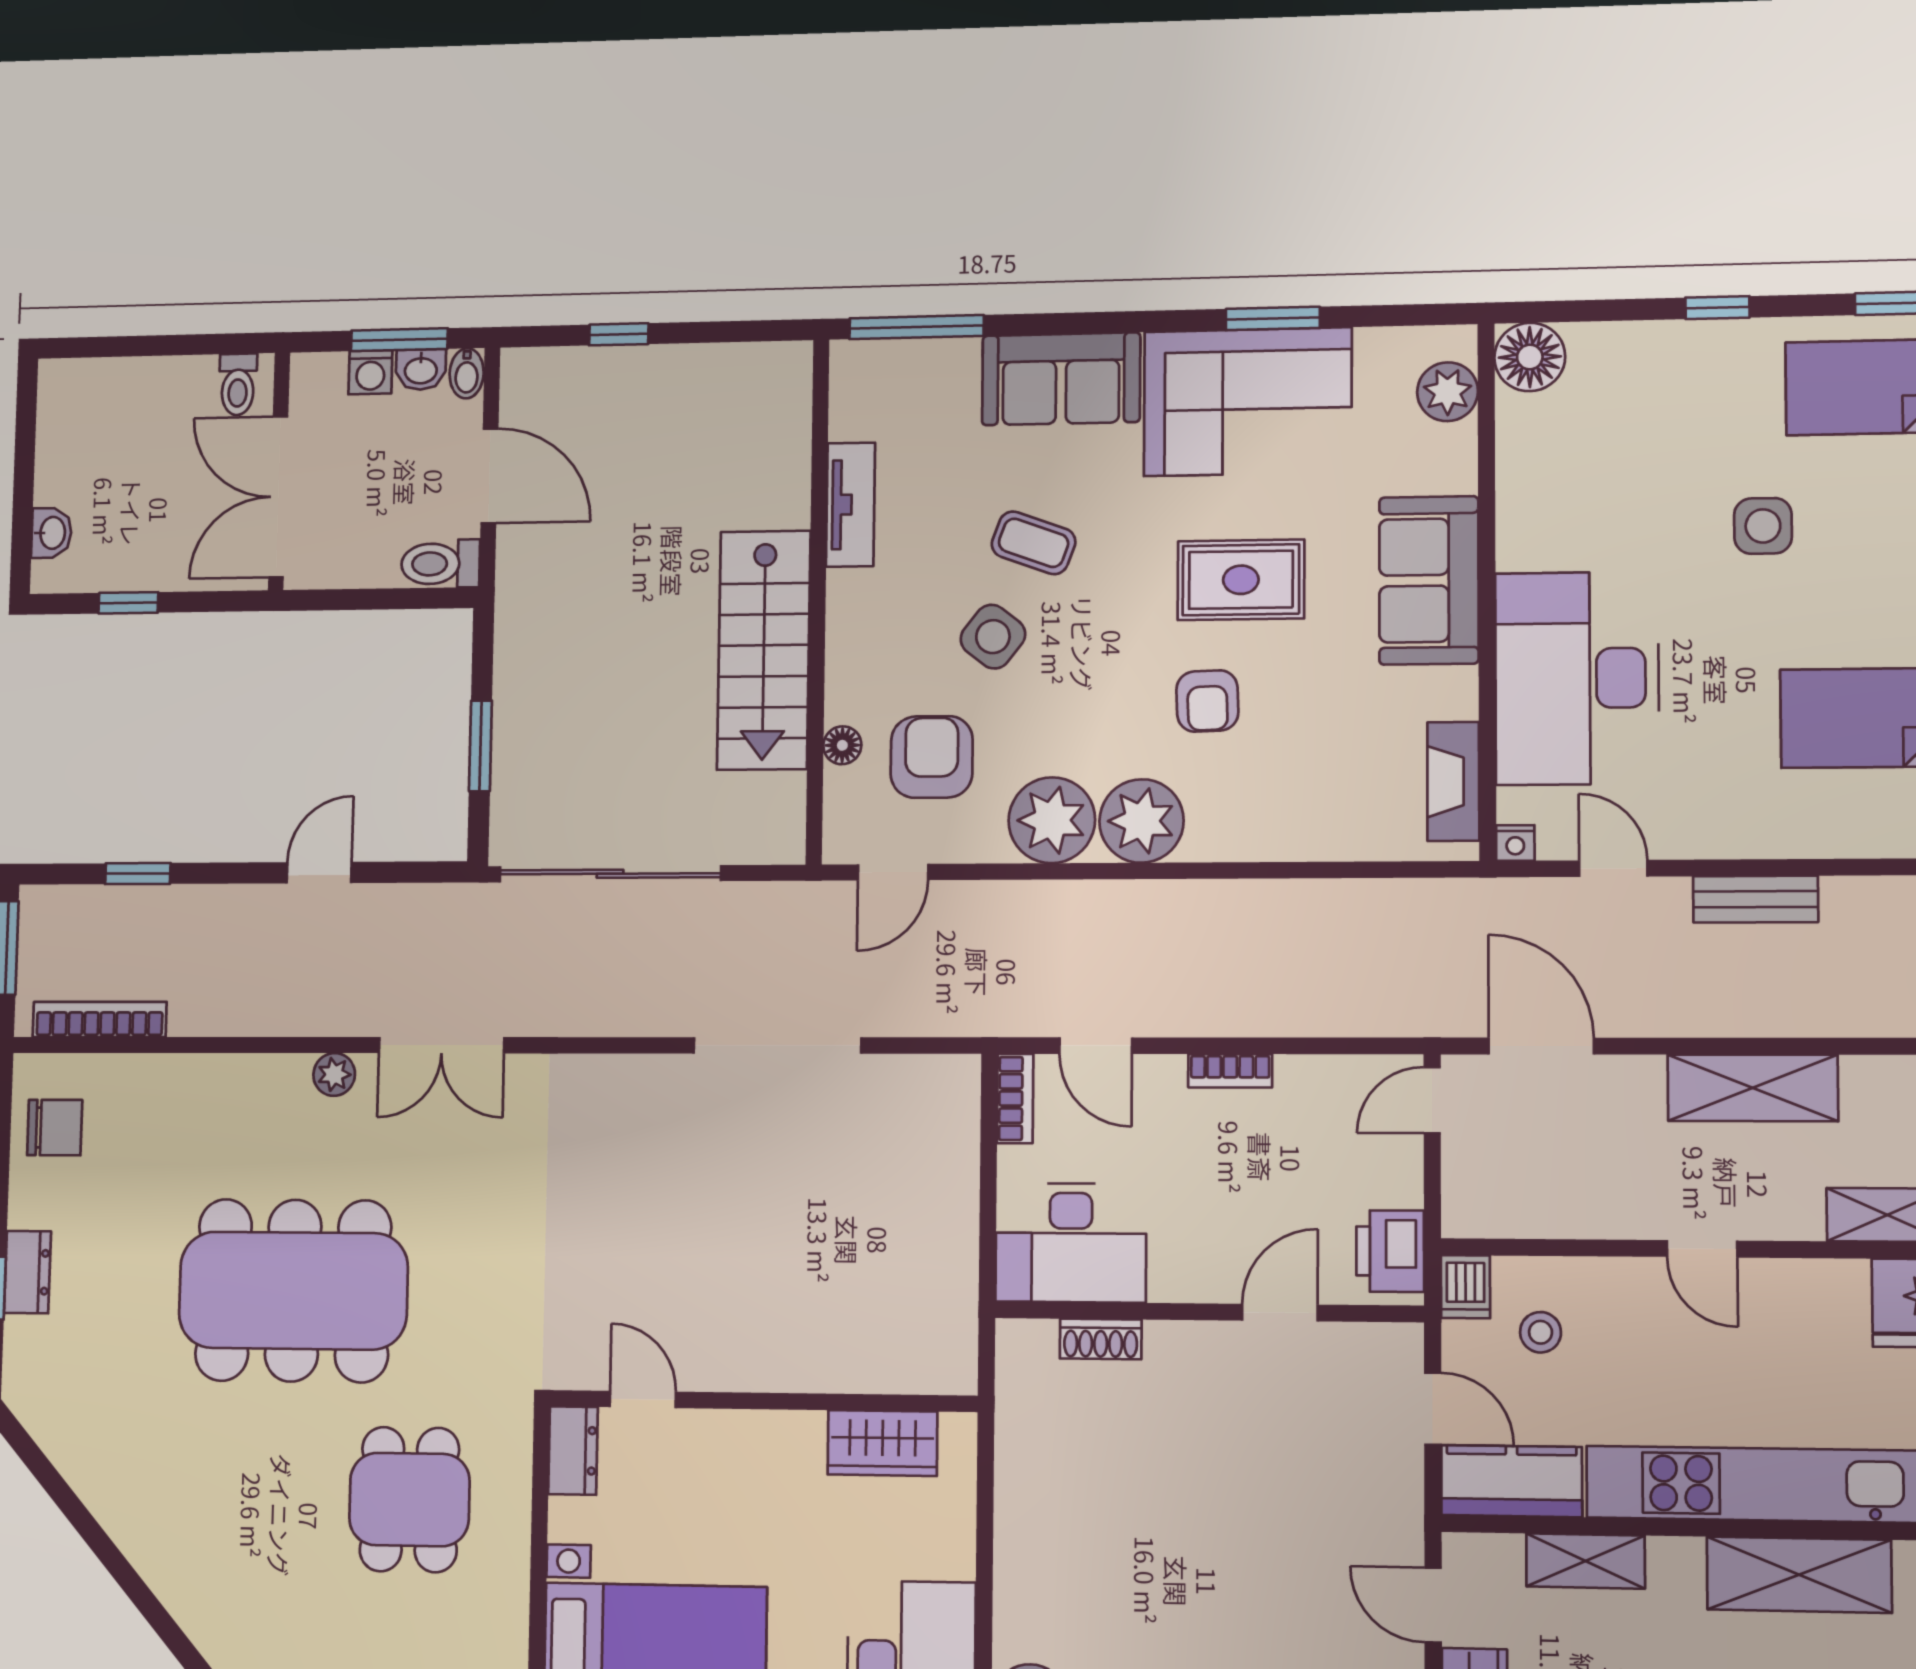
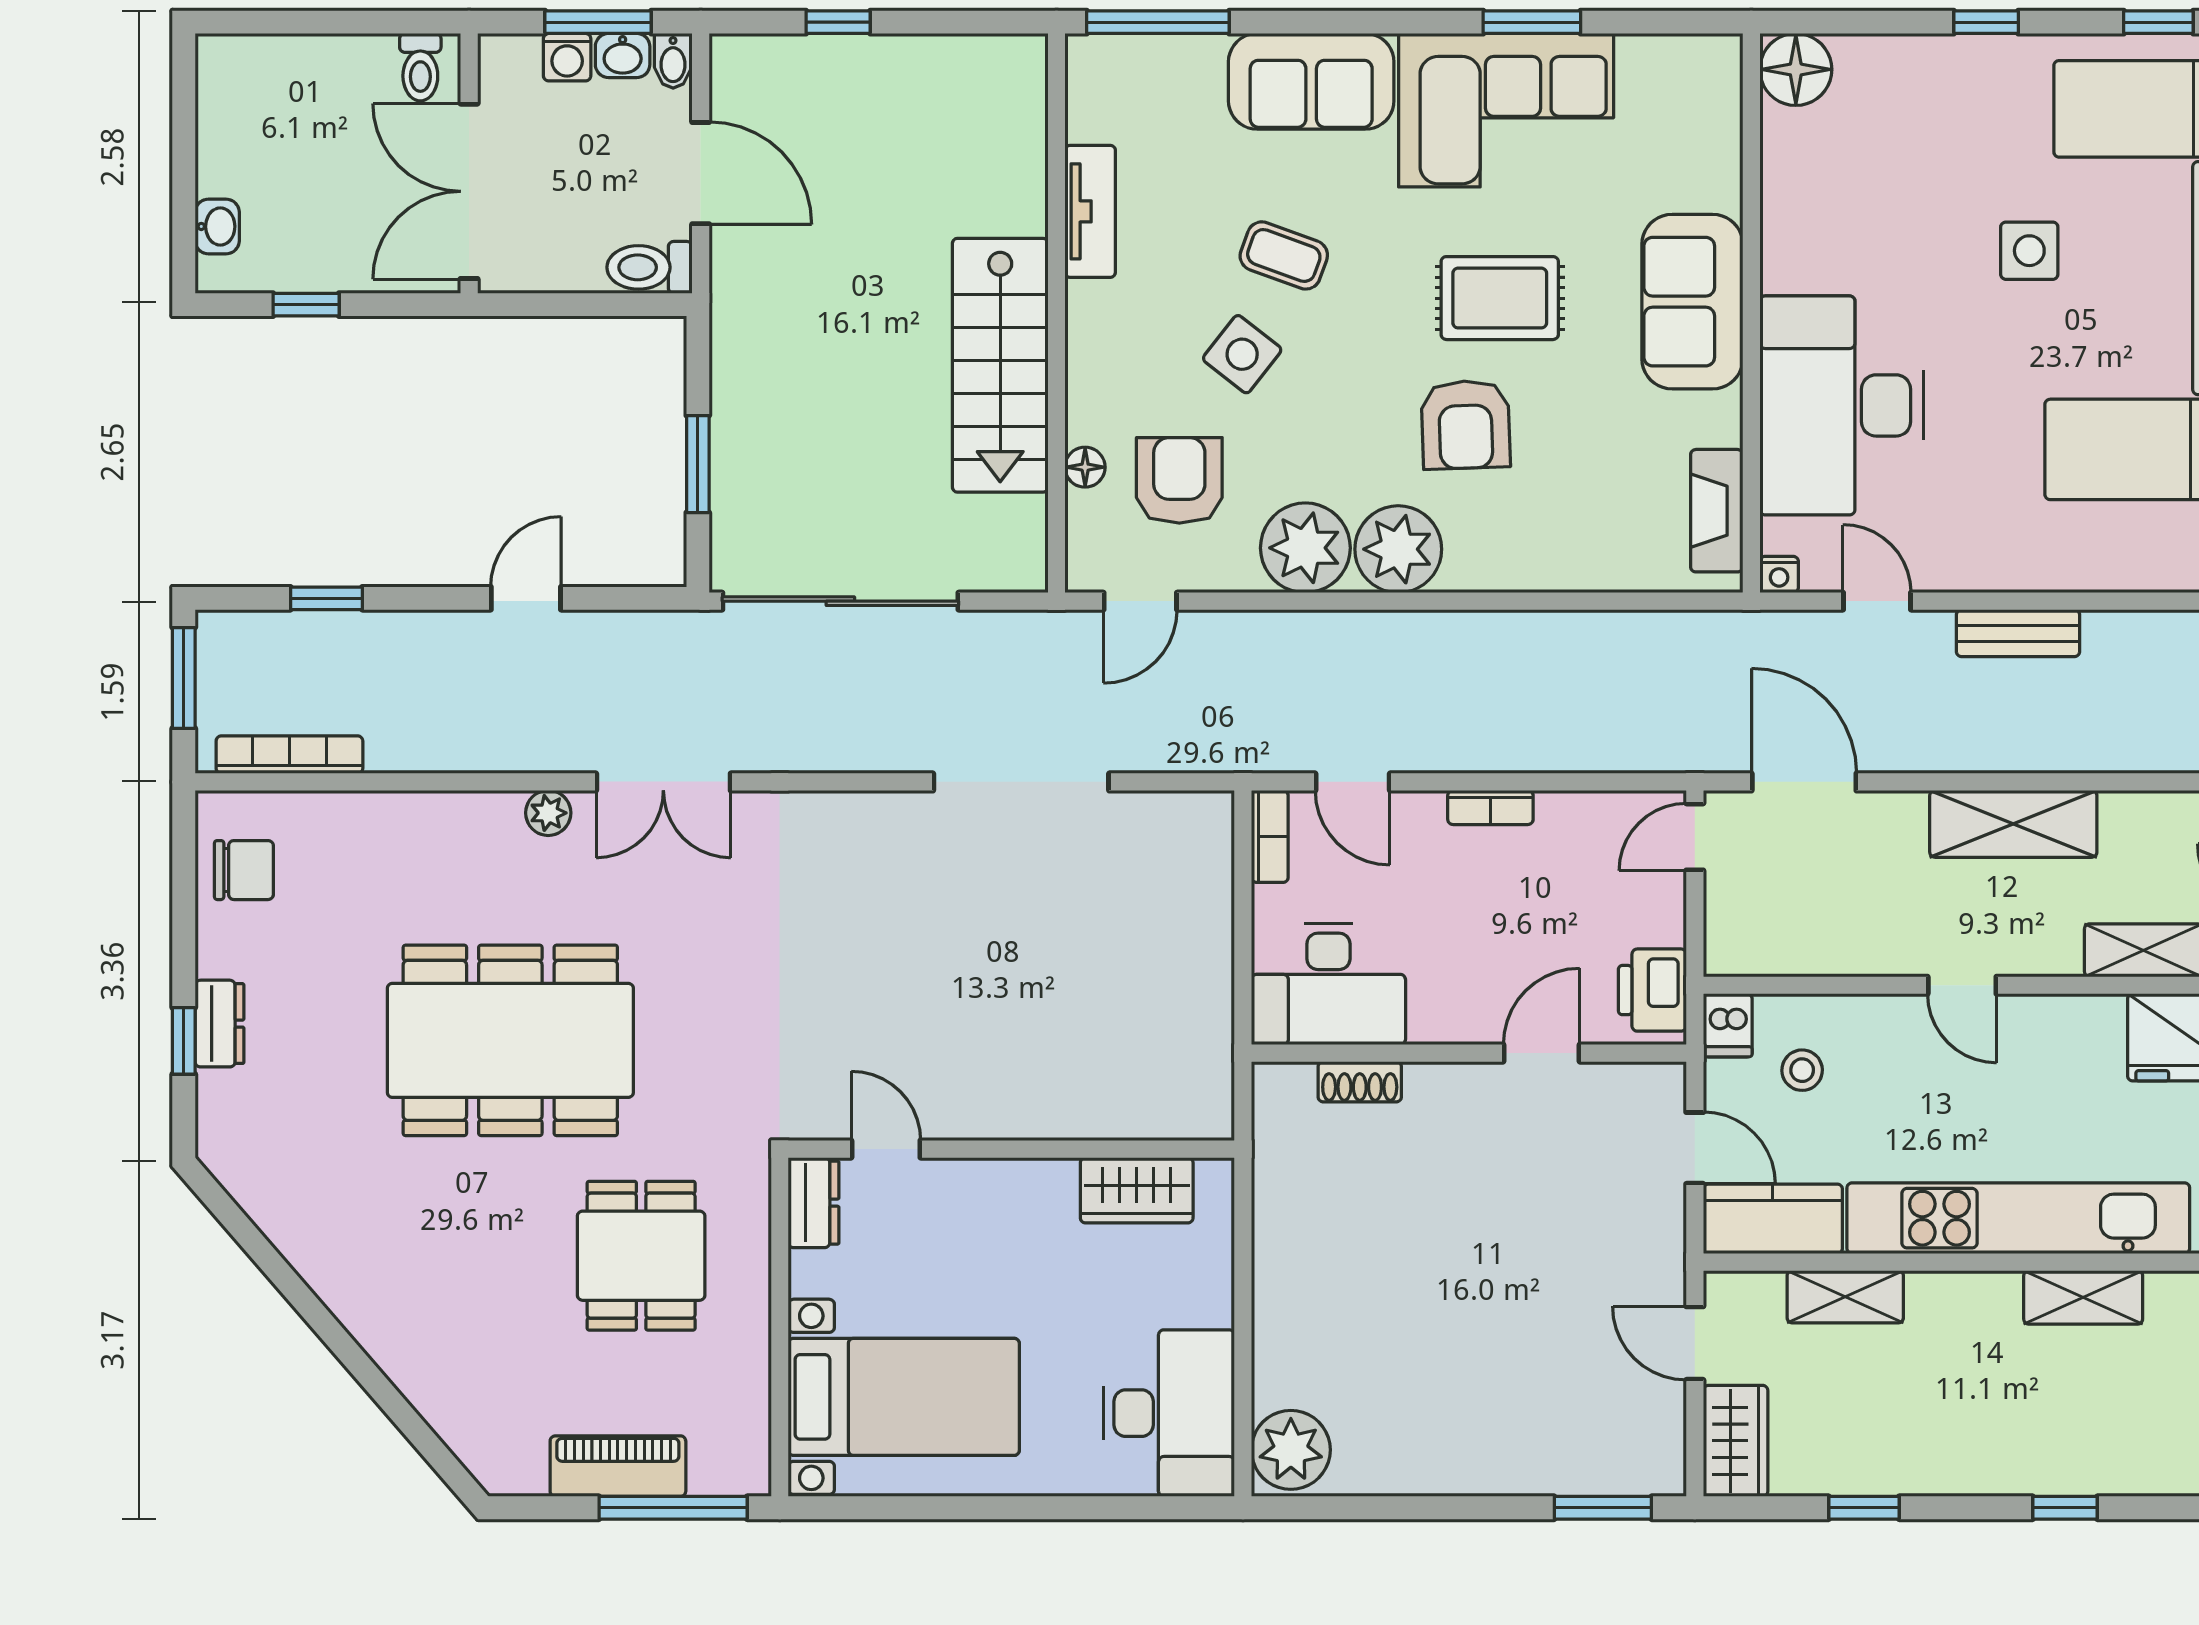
plant: (1448, 392) -> (1712, 104), removed
armchair: (1207, 701) -> (1466, 425), width x1.38, depth x1.38
shelving: (1799, 1575) -> (2083, 1297), width x0.67, depth x0.75

